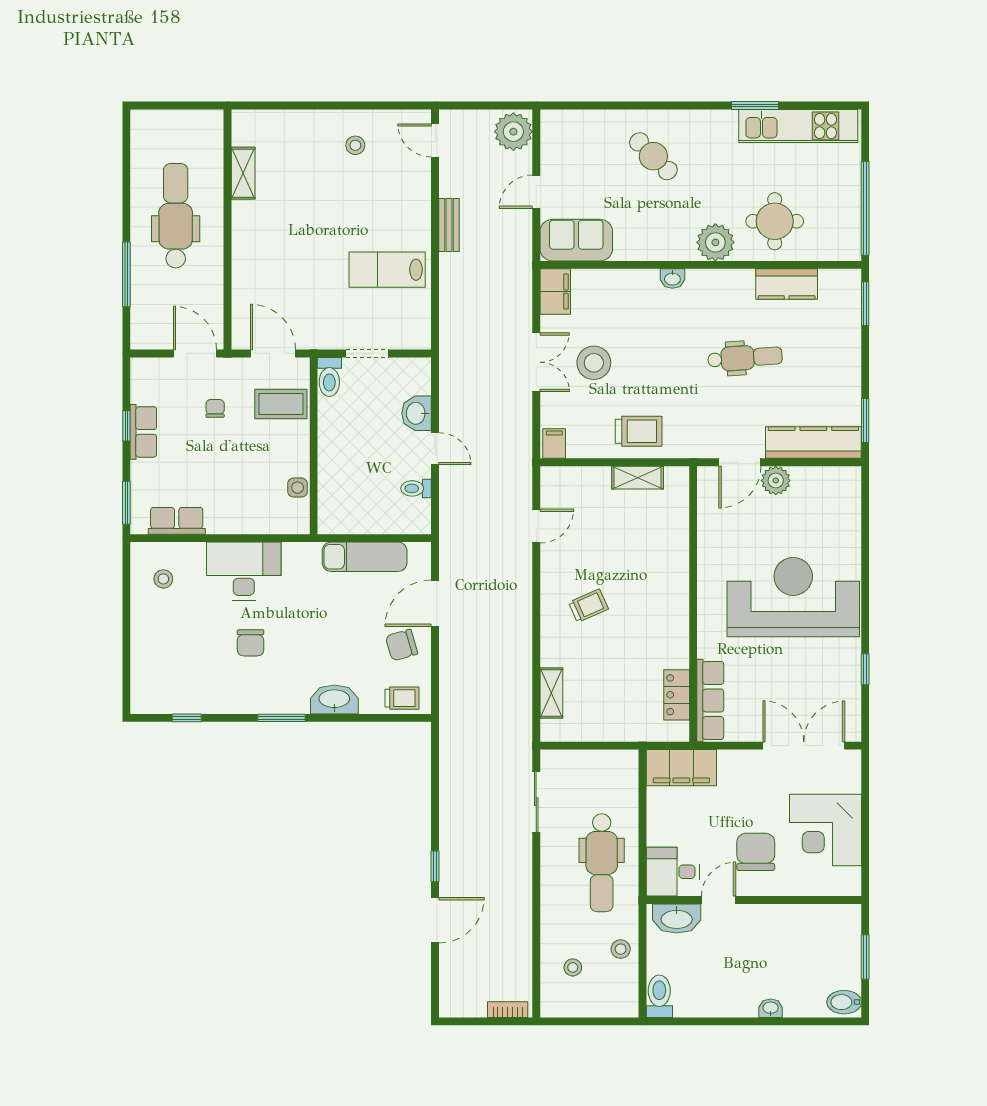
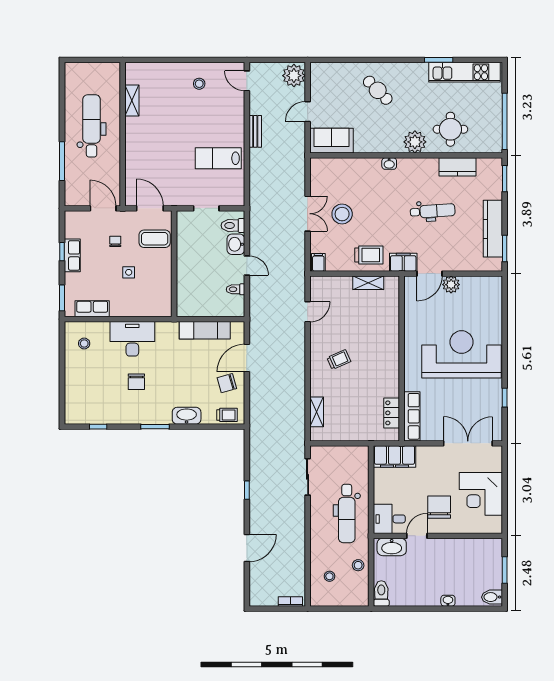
filing cabinet: (555, 292) -> (403, 262), moved, turned -90
toilet: (329, 377) -> (233, 225), moved, turned 90
kitchen counter: (813, 443) -> (493, 229), moved, turned -90
side table: (298, 488) -> (129, 272), moved
window: (435, 866) -> (247, 490), moved

